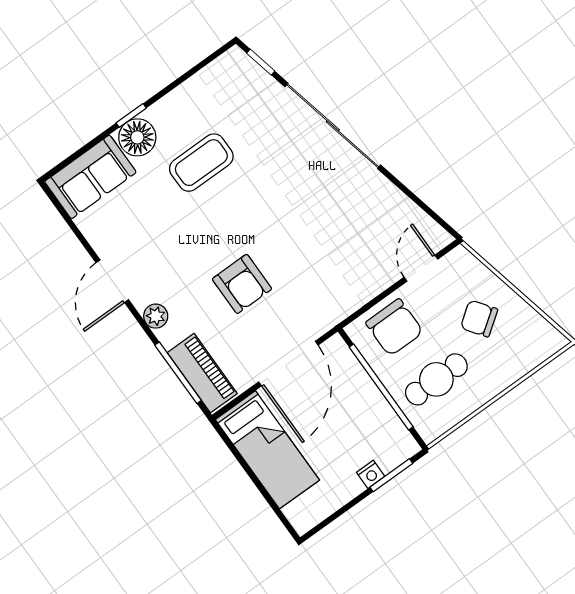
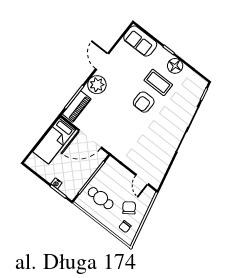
floor lamp: (137, 137) -> (175, 66), moved
door: (421, 268) -> (142, 180), swing flipped
door: (112, 281) -> (102, 61), hinge flipped
armchair: (242, 284) -> (144, 102), moved
plant: (156, 316) -> (97, 85), width x1.87, depth x1.87
chair: (394, 327) -> (125, 227), moved, width x0.54, depth x0.54

